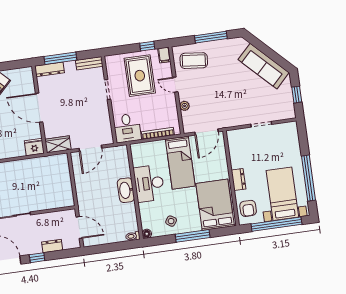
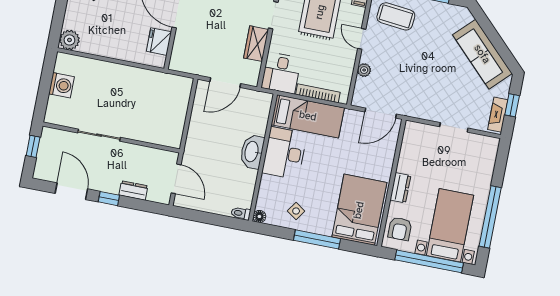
fireplace: (289, 105) -> (498, 115), added
wardrobe: (58, 144) -> (256, 44), moved, turned -90
fridge: (34, 147) -> (159, 42), moved, turned -90
bed: (180, 163) -> (308, 116), moved, turned -90

